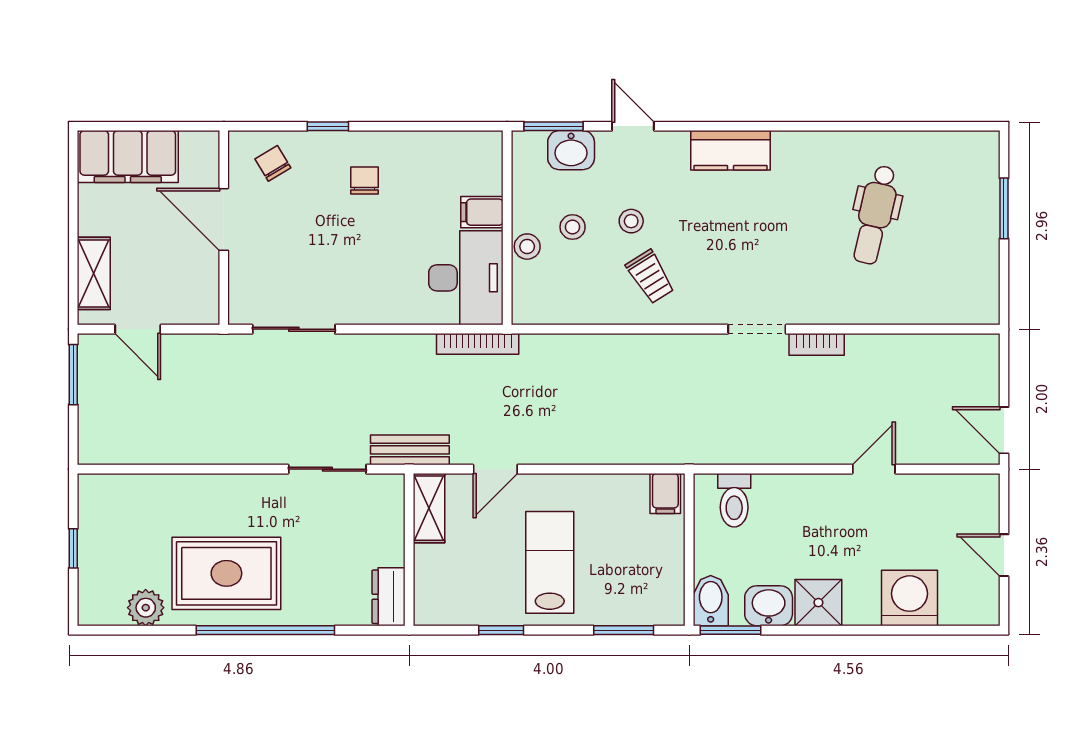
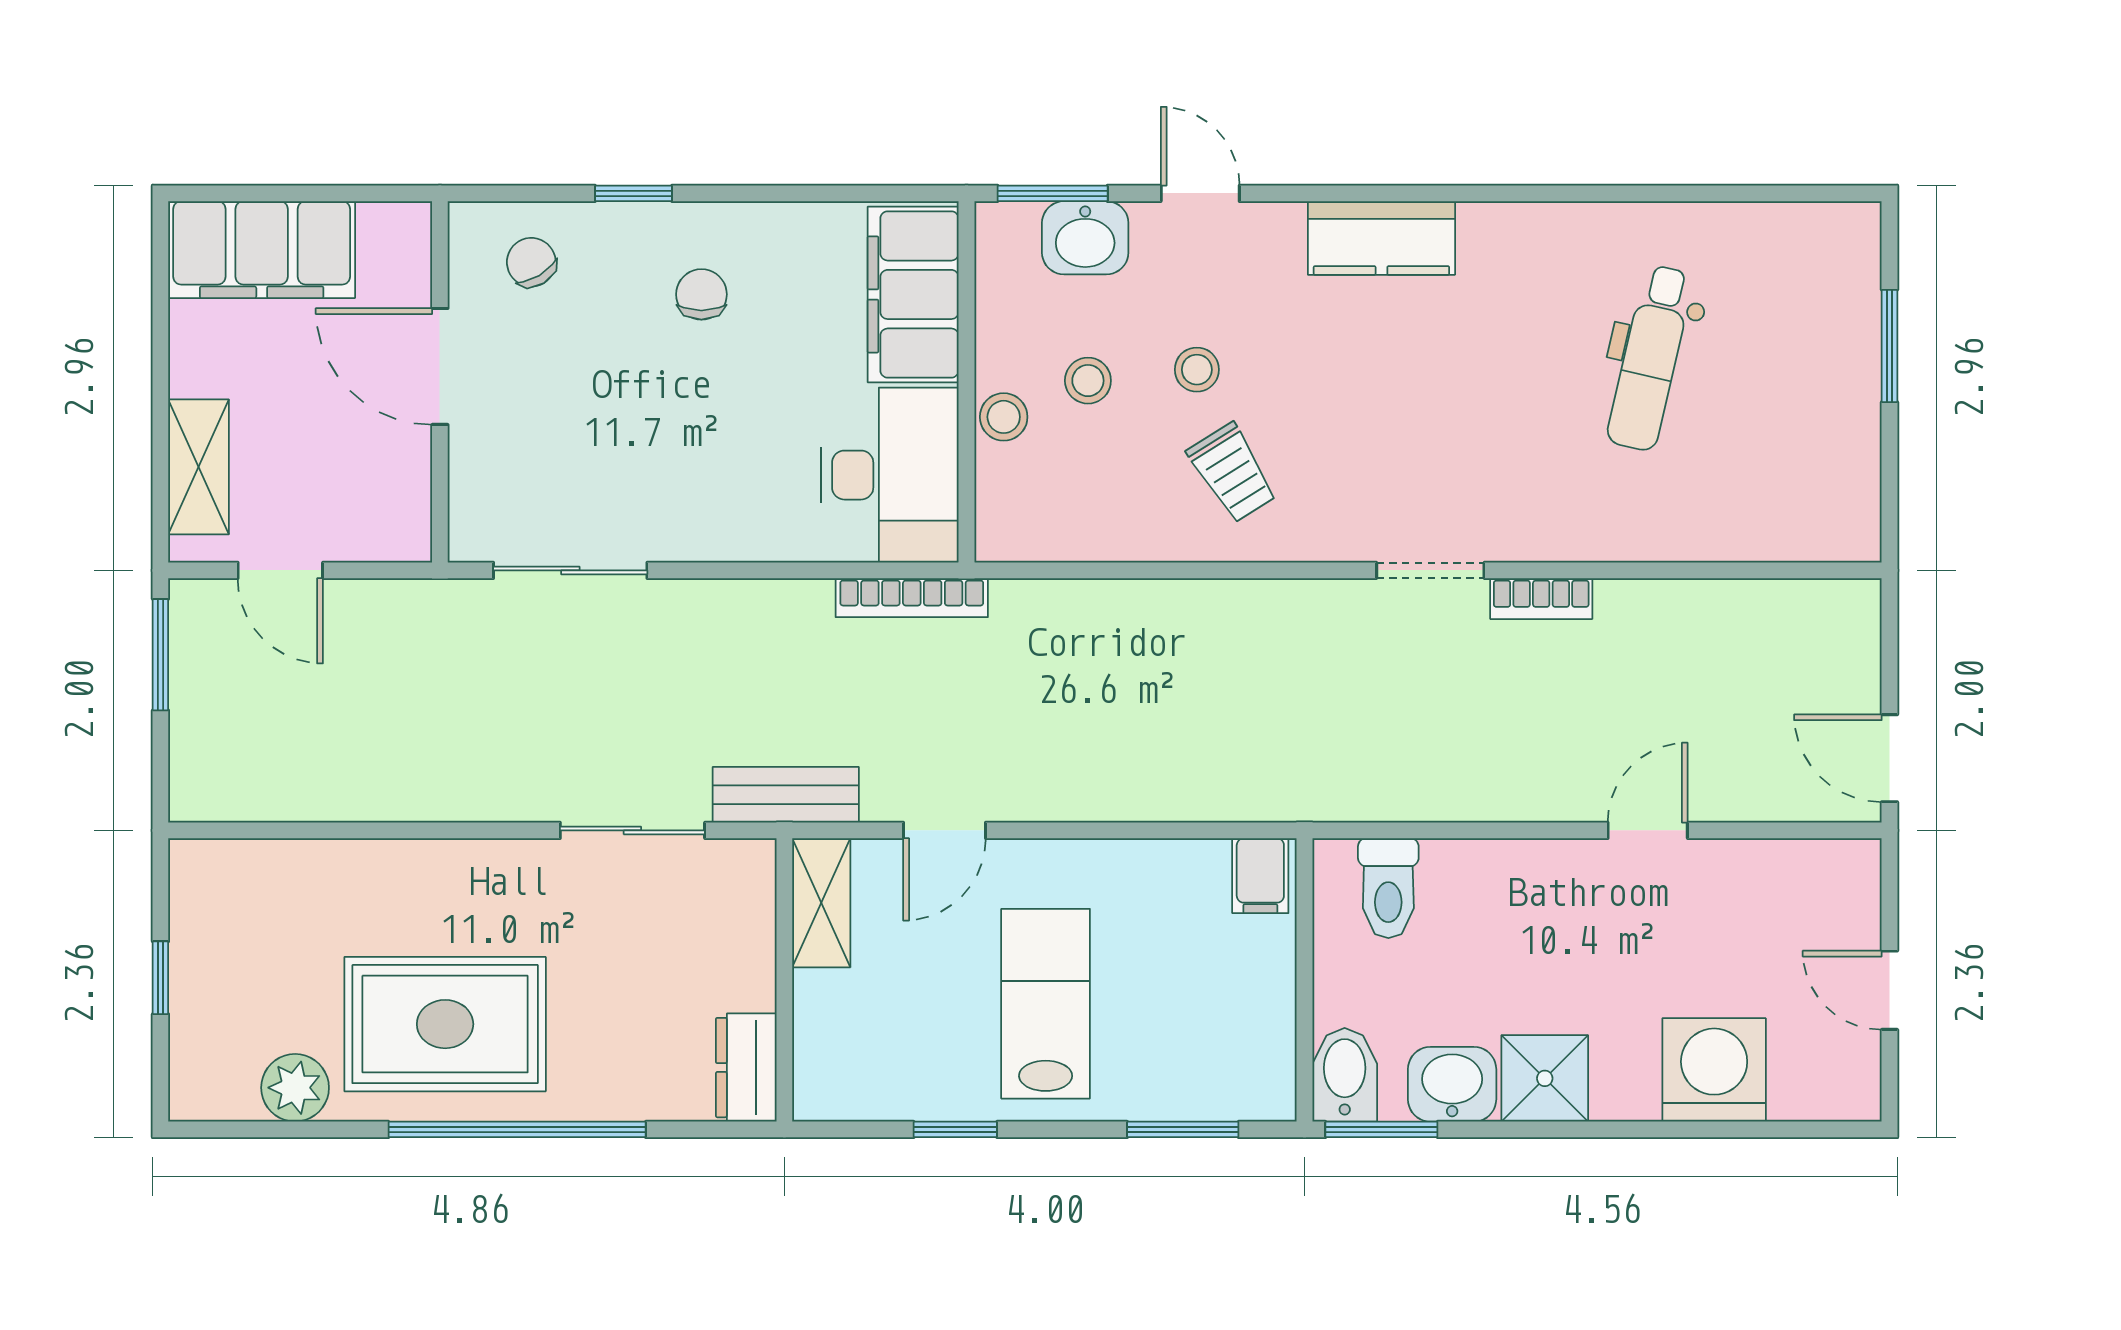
filing cabinet: (482, 212) -> (913, 294), width x3.00, depth x1.17

